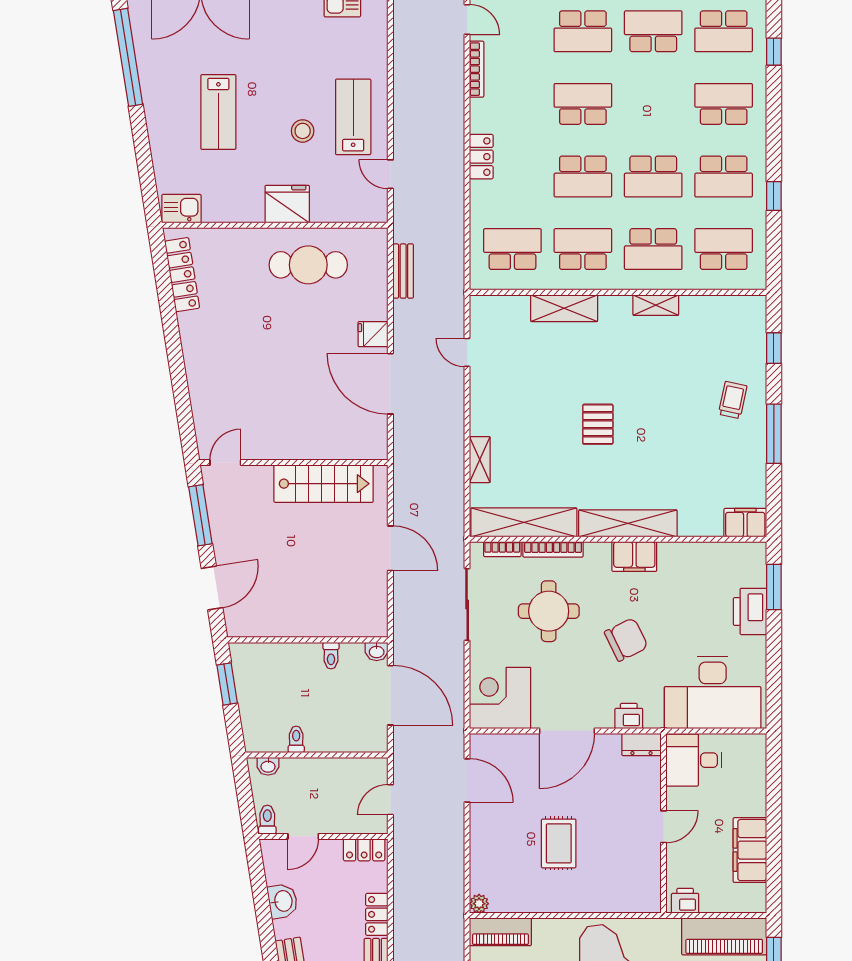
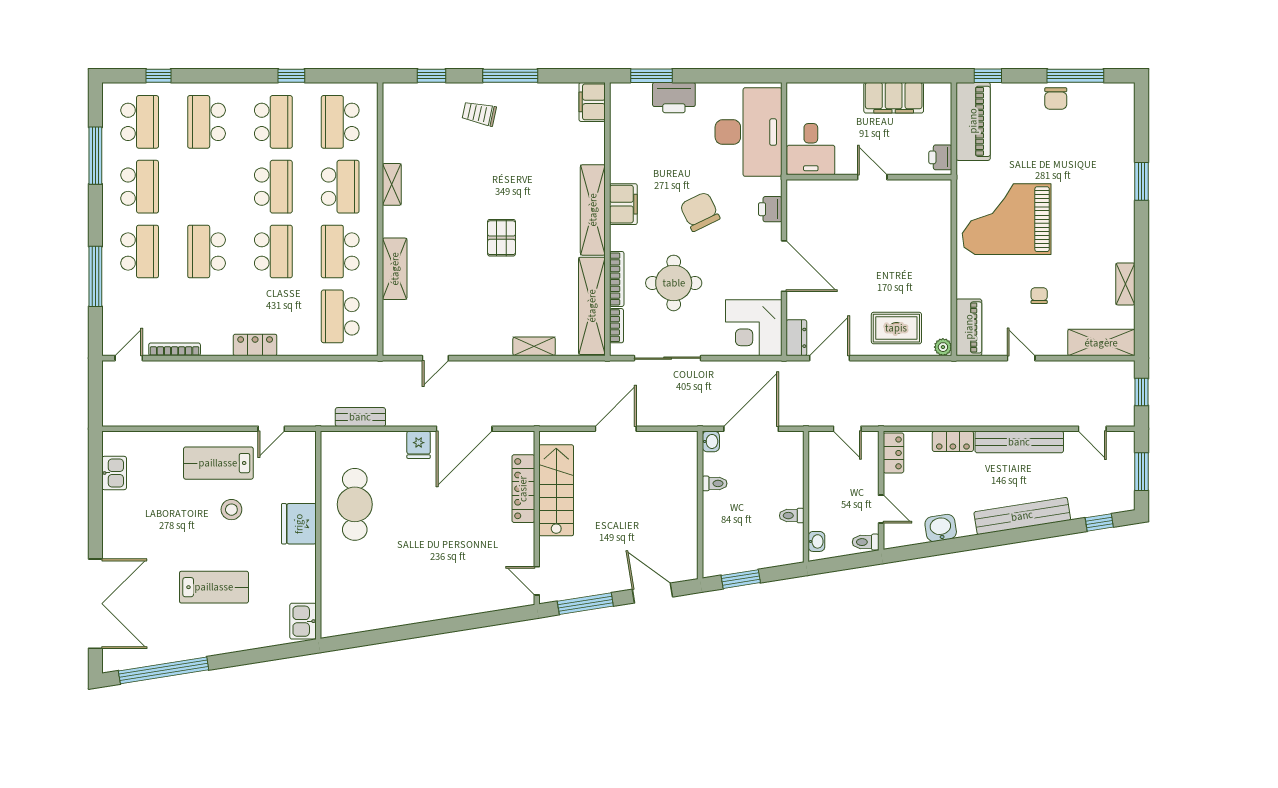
school desk: (653, 31) -> (140, 187), turned 180
locker: (182, 275) -> (523, 489), moved, turned -81
pallet: (598, 424) -> (501, 238), turned 90
dresser: (641, 744) -> (796, 338), moved
rug: (559, 843) -> (896, 328), moved

